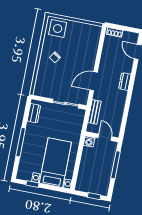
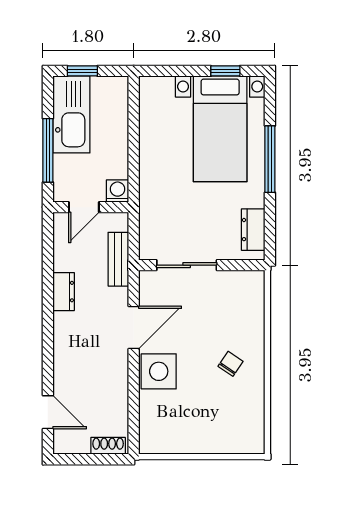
side table: (58, 29) -> (159, 371), moved
dresser: (125, 81) -> (64, 292), moved
door: (105, 137) -> (84, 207), hinge flipped
bed with nightstands: (55, 163) -> (220, 129), moved
kitchen sink: (102, 178) -> (71, 114), added

